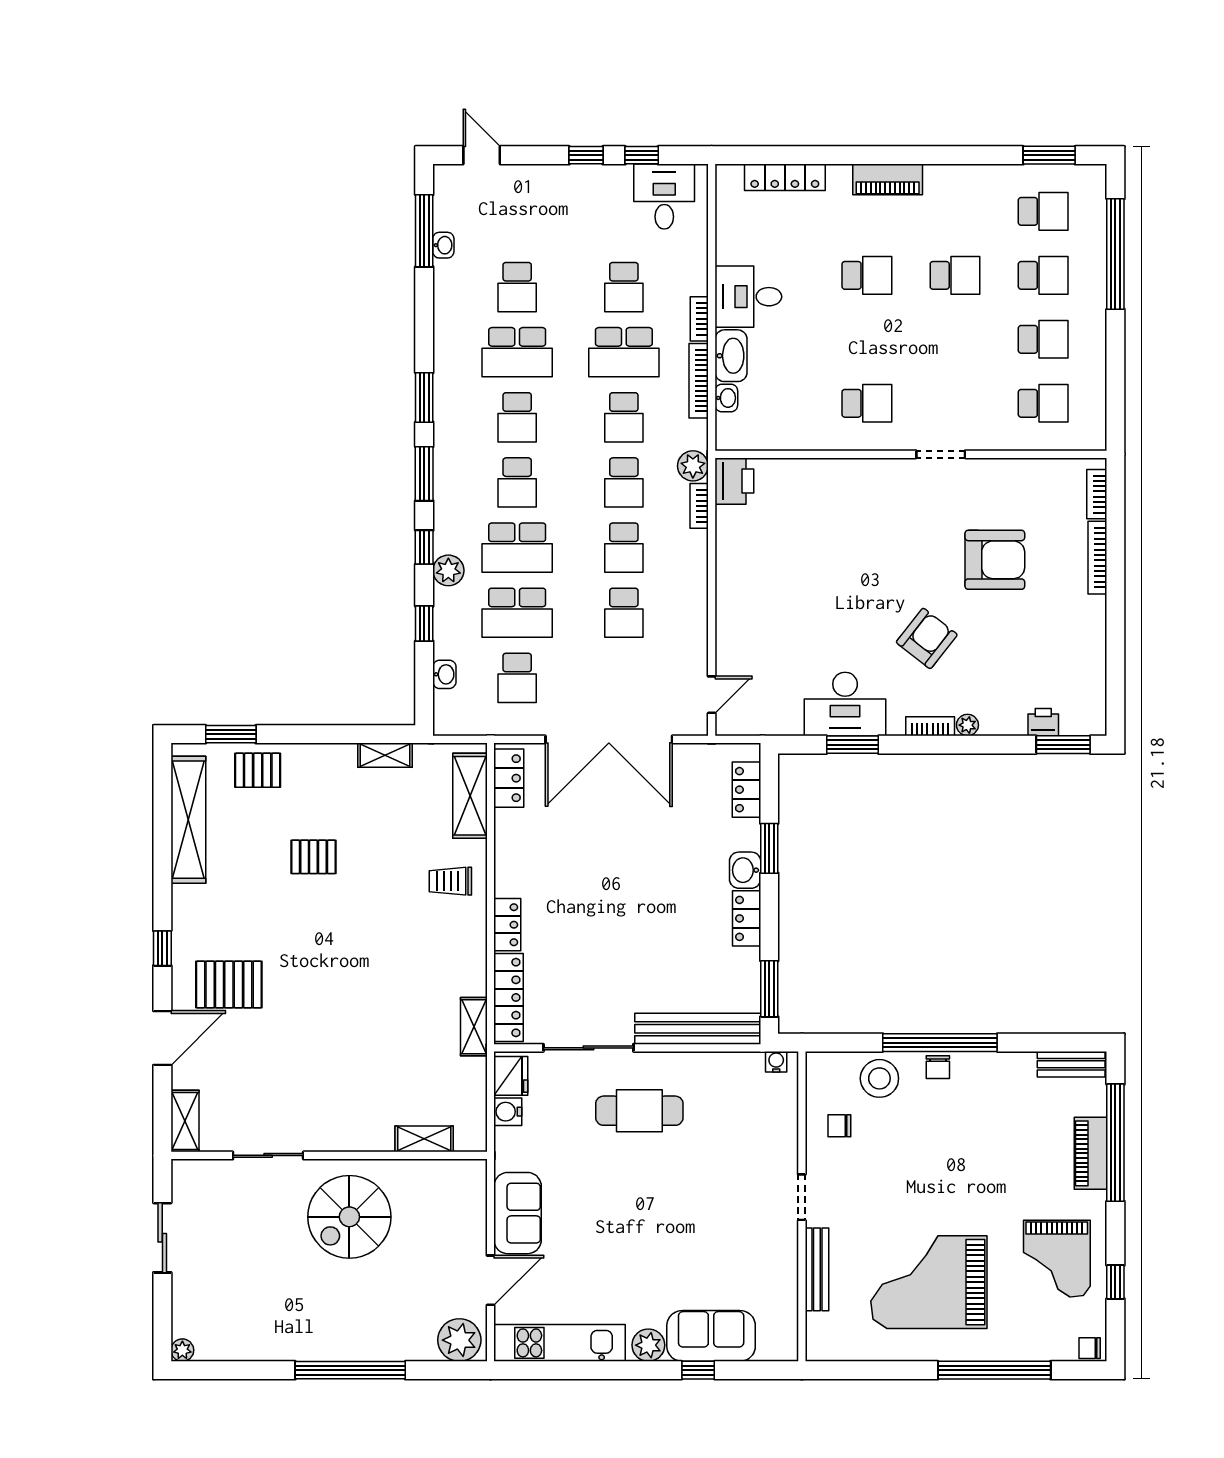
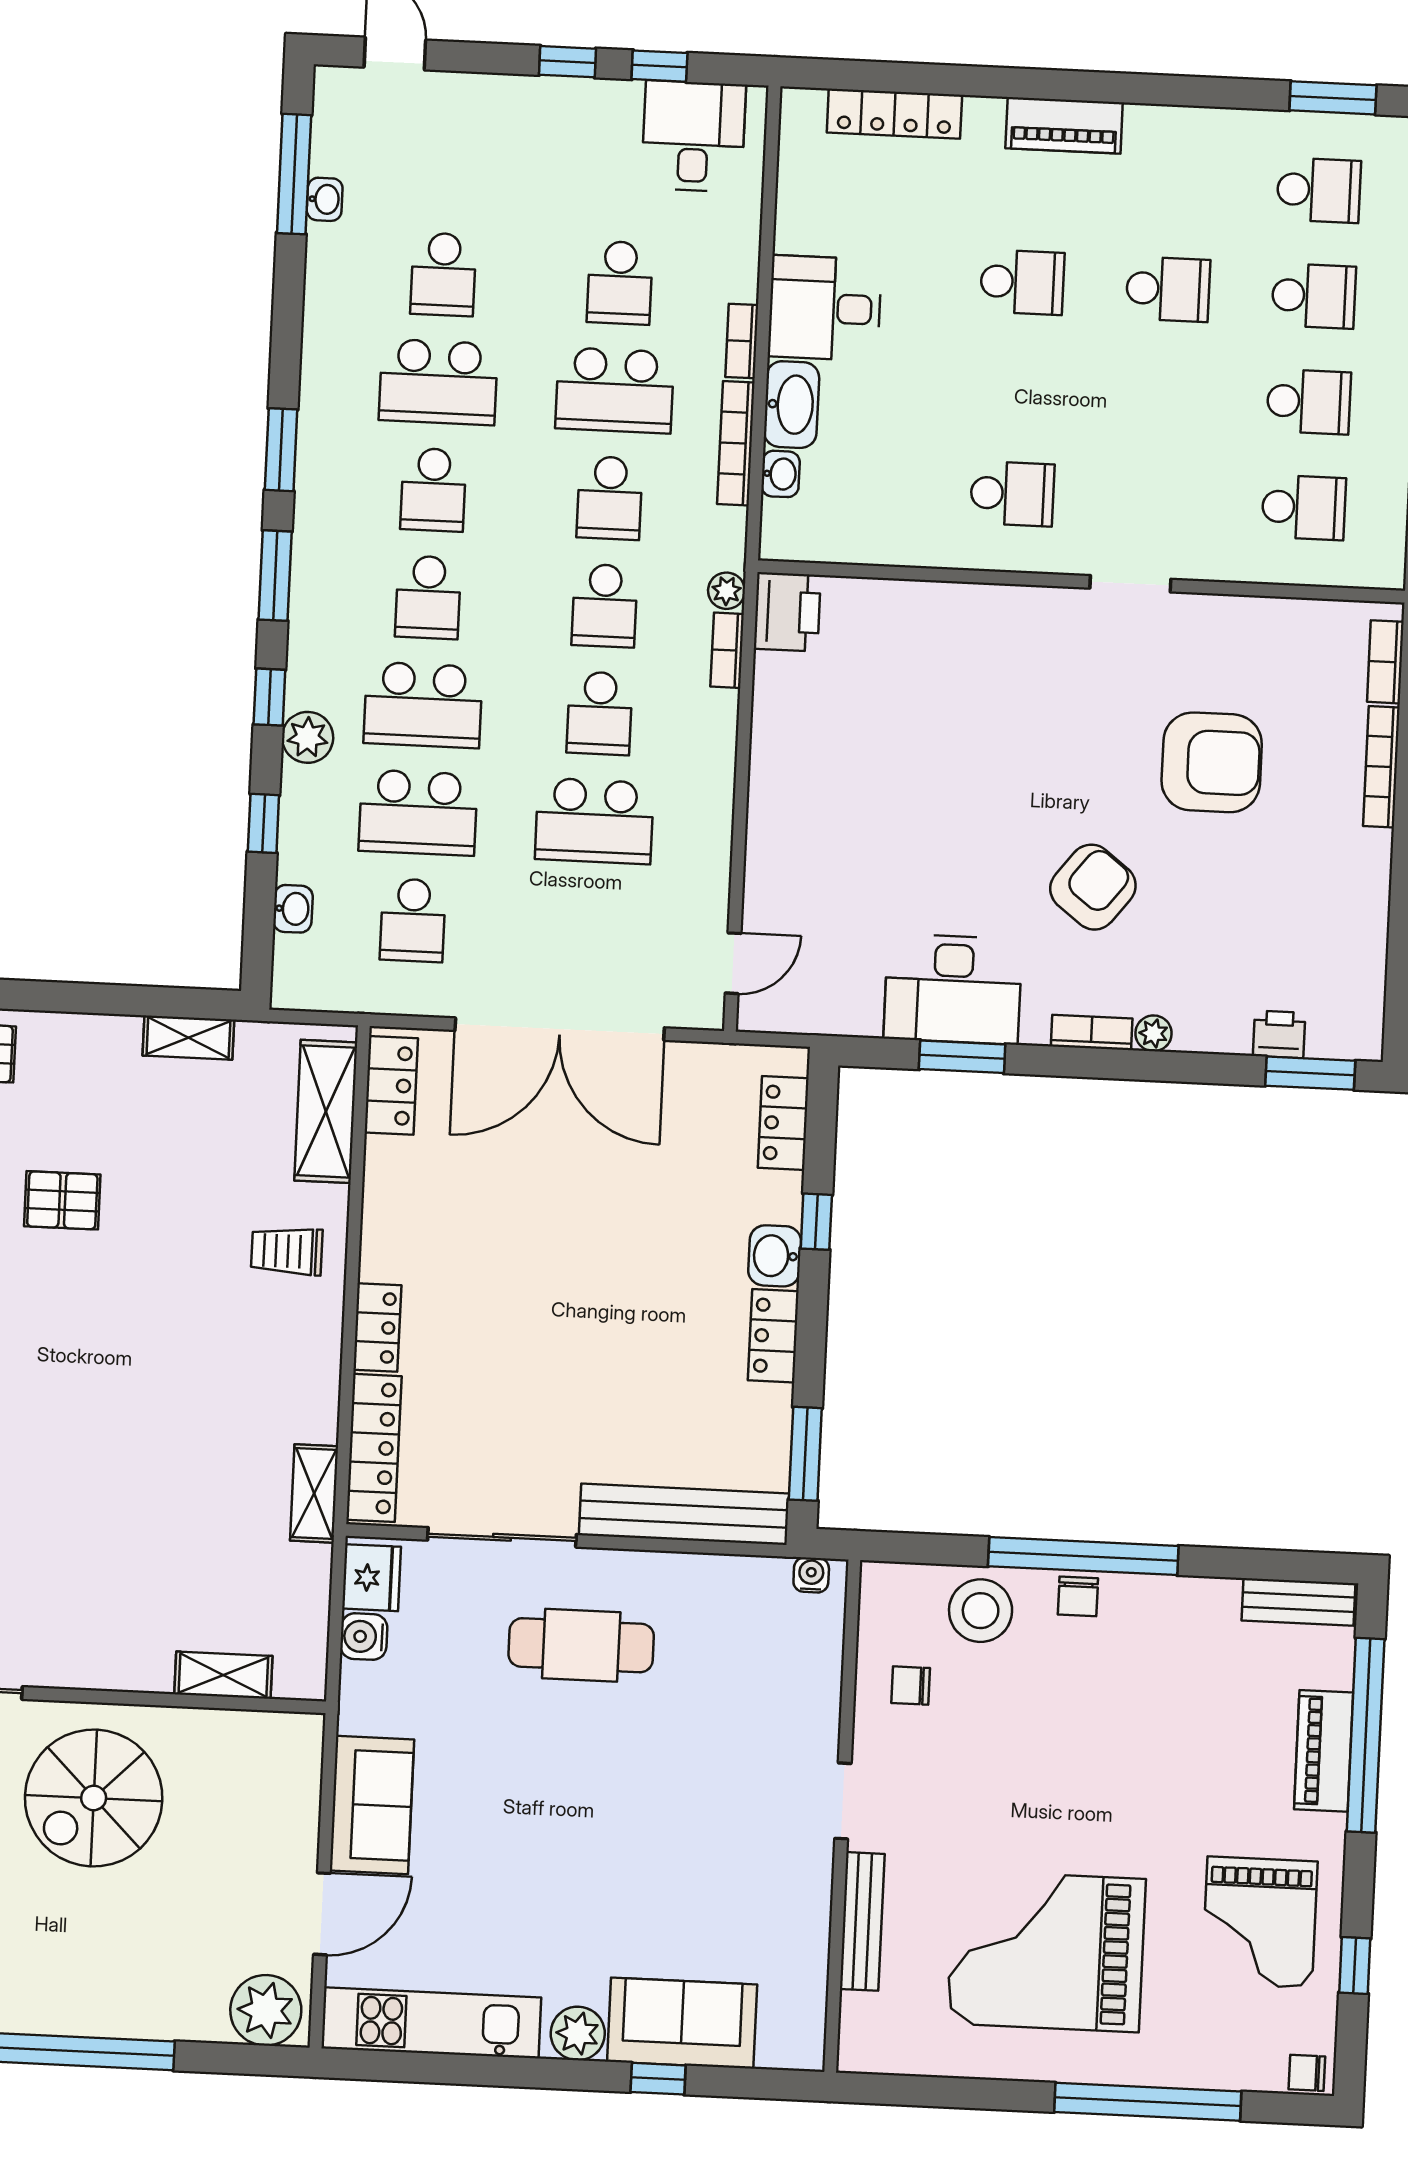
plant: (693, 466) -> (726, 591), width x0.73, depth x0.73
school desk: (624, 613) -> (594, 821), width x1.85
window: (769, 848) -> (816, 1222), width x0.67

